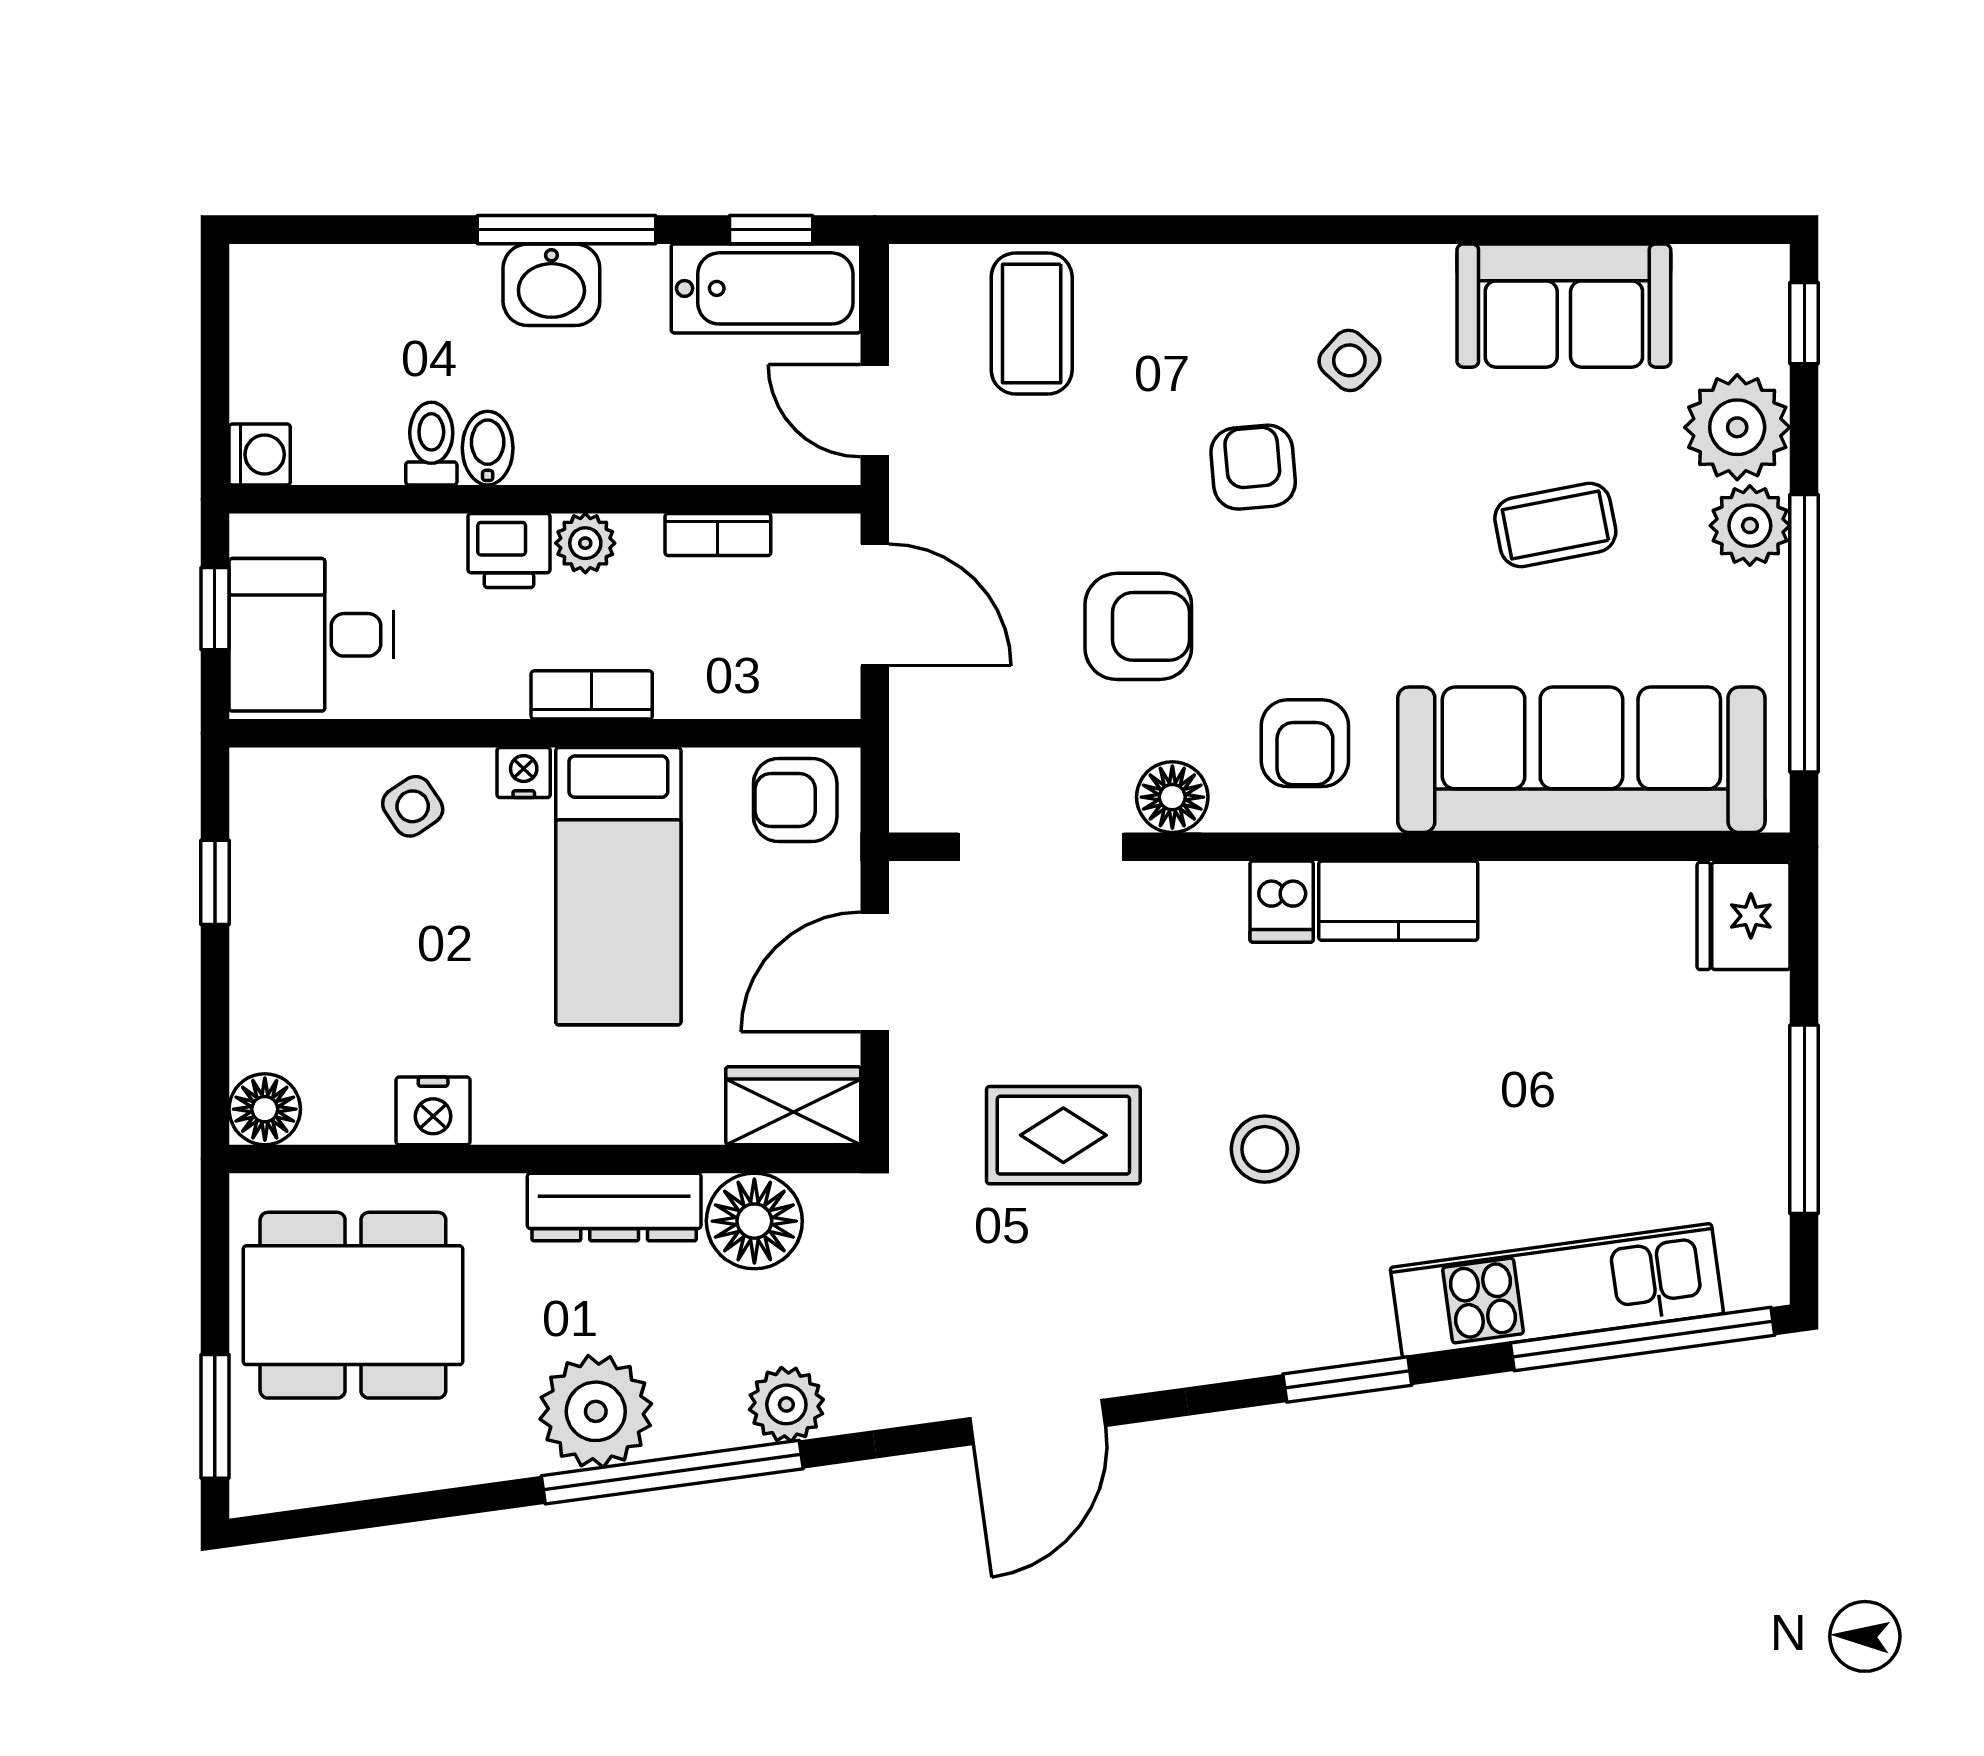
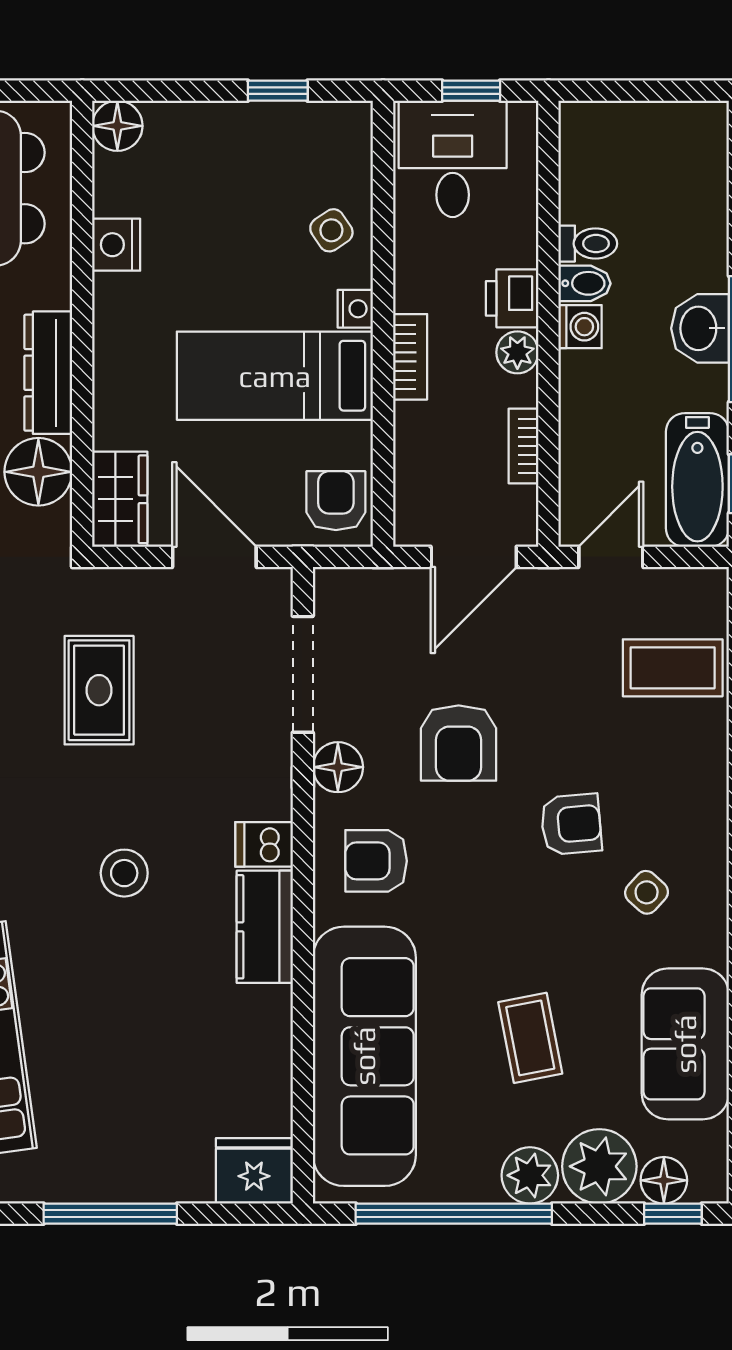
floor lamp: (1757, 336) -> (664, 1180), added
washing machine: (260, 454) -> (580, 327), moved, turned -90
stool: (1265, 1149) -> (124, 873), moved

